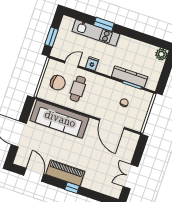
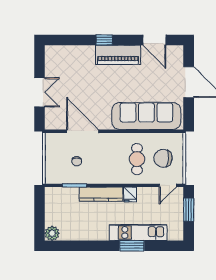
door: (71, 64) -> (168, 185), moved
kitchen counter: (130, 77) -> (101, 194), moved
double door: (131, 177) -> (40, 92), moved

